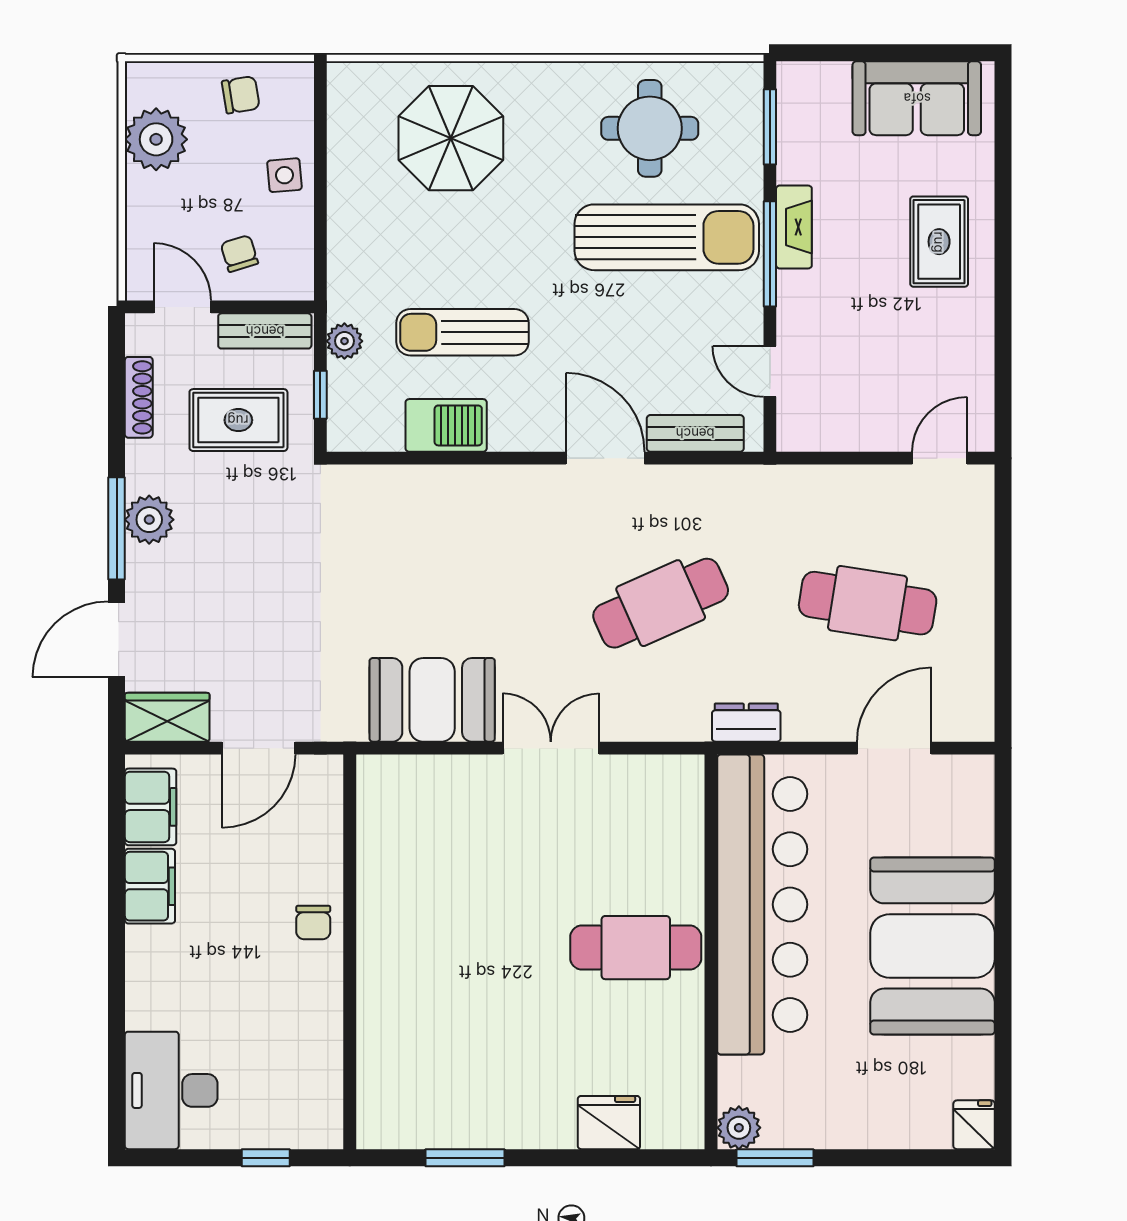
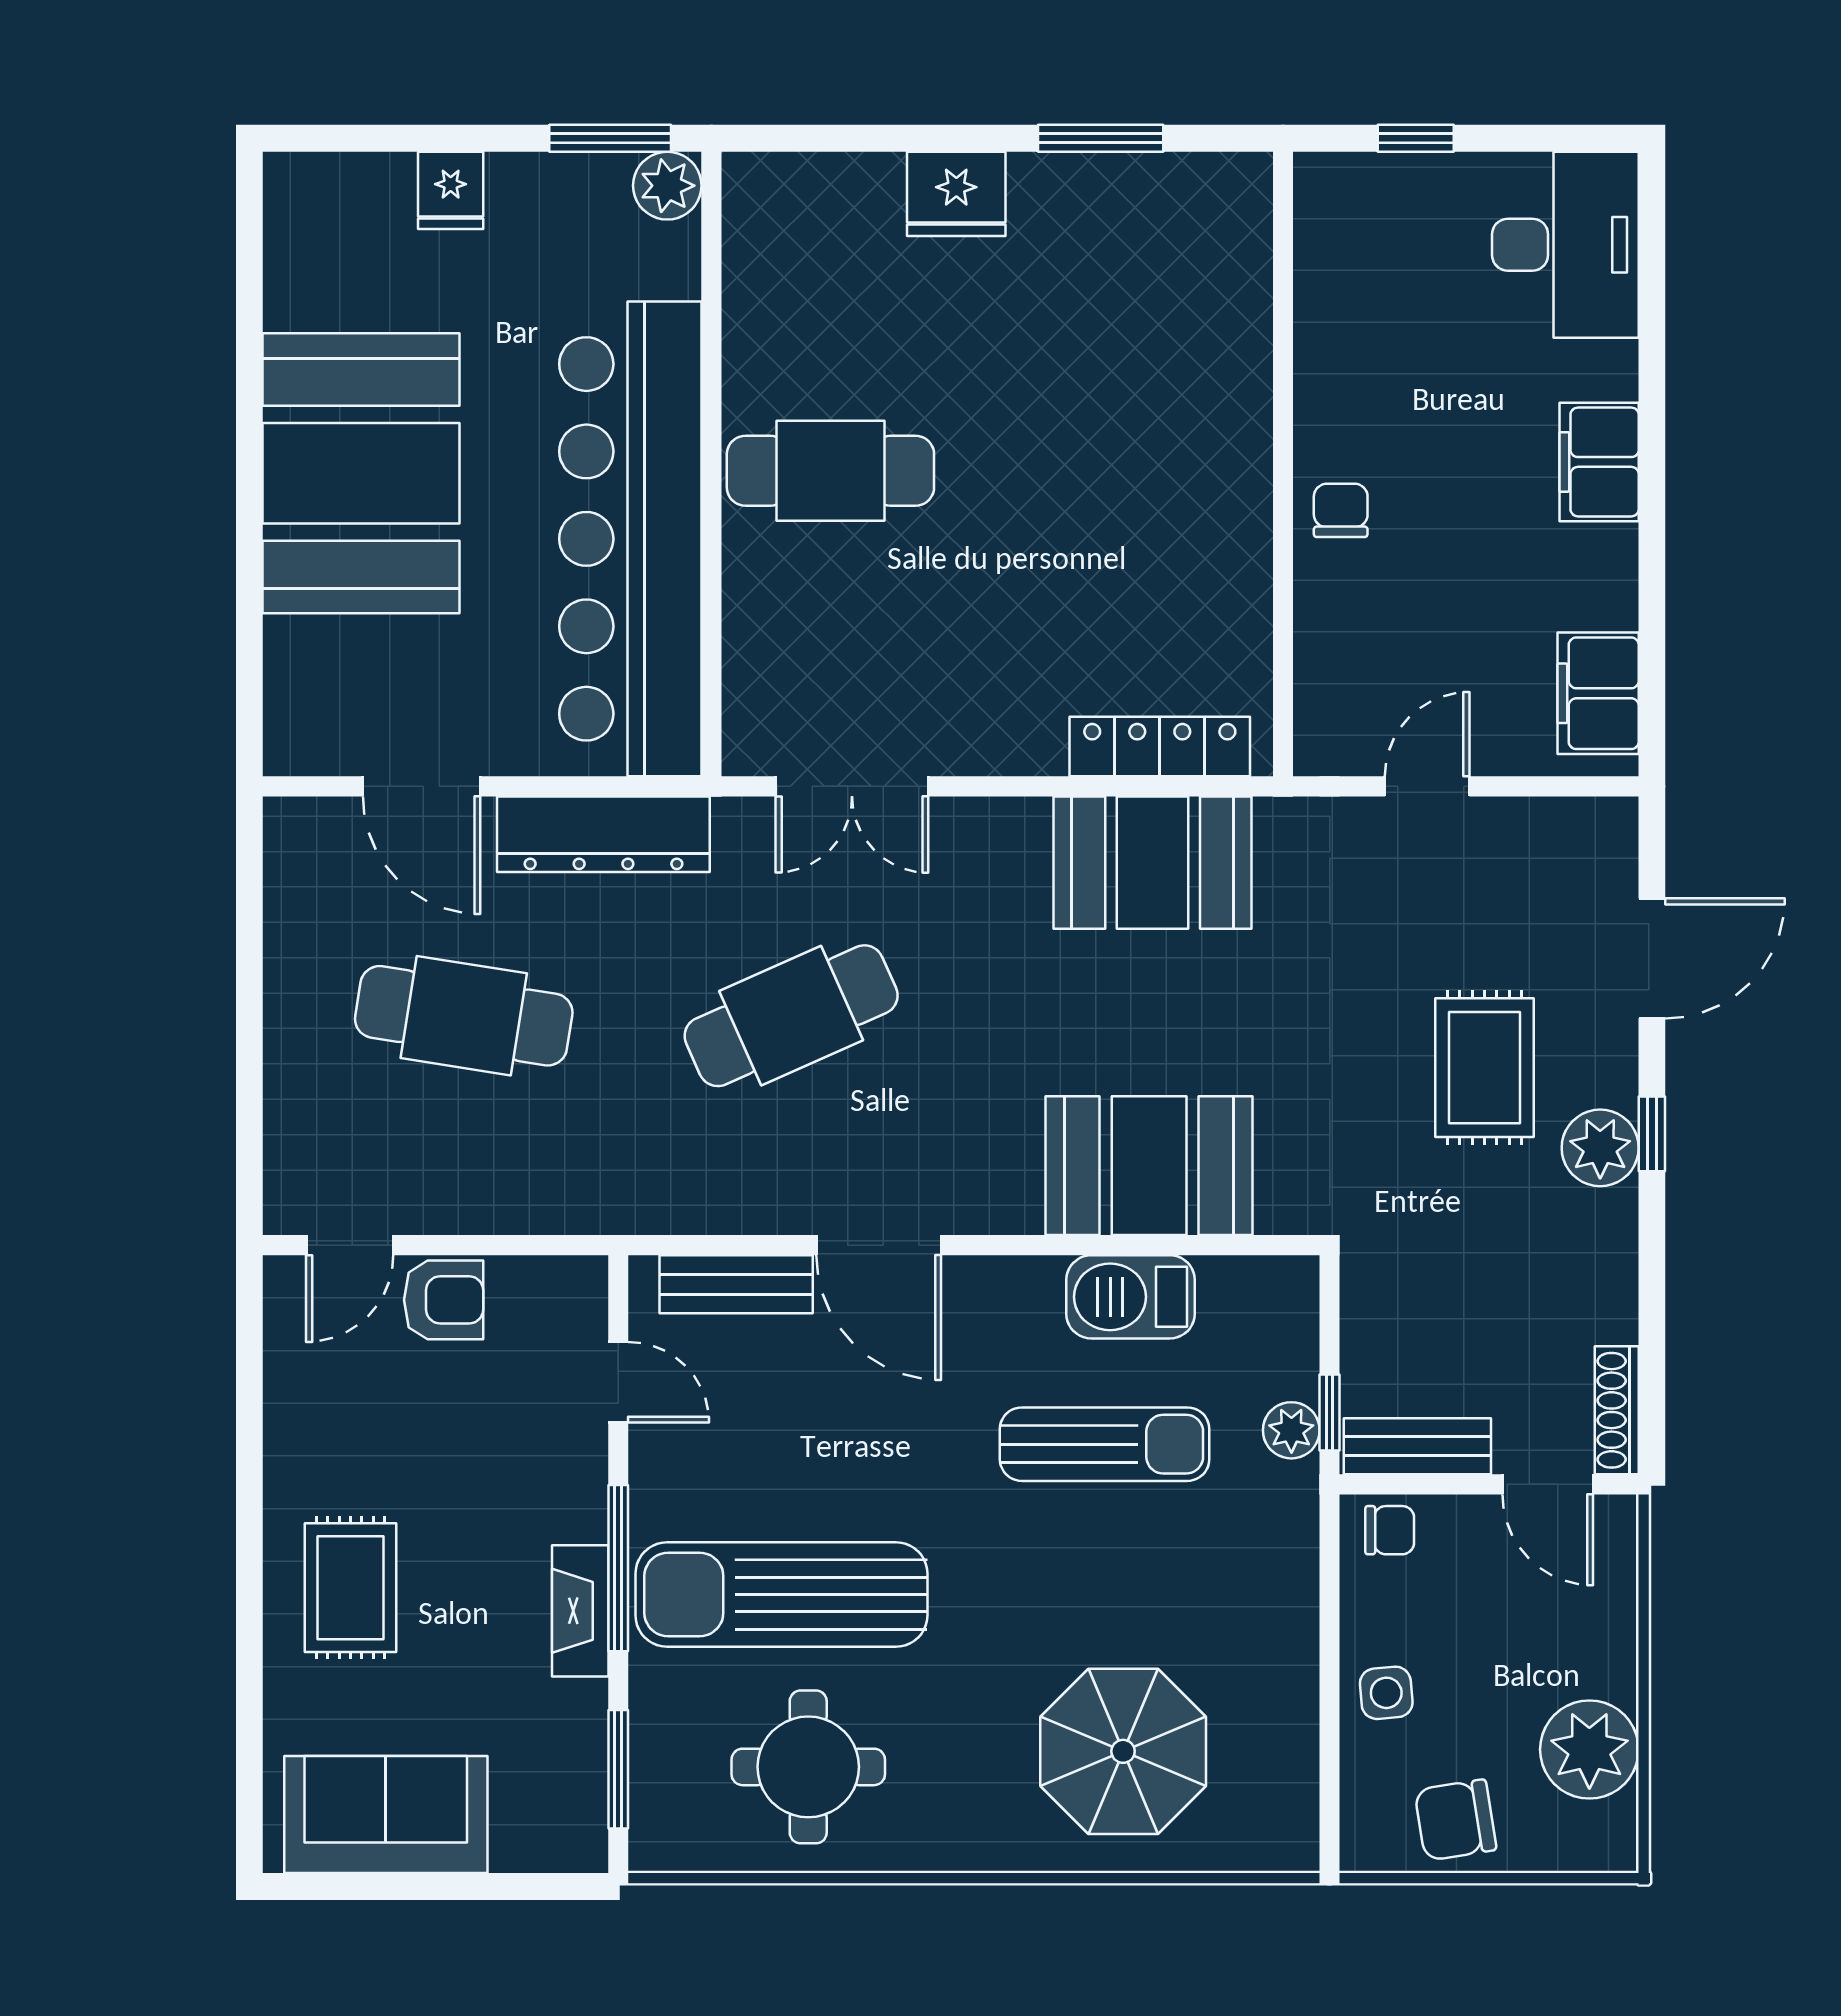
chair: (241, 95) -> (1455, 1820), width x1.37, depth x1.37
chair: (239, 253) -> (1390, 1530), moved, turned -73
window: (320, 395) -> (1330, 1412), moved
shoe rack: (139, 397) -> (1617, 1410), moved
rug: (238, 420) -> (1485, 1068), moved, turned 90
armchair: (880, 424) -> (444, 1300), added
booth: (434, 508) -> (1149, 1166), added
window: (117, 528) -> (1652, 1134), width x0.46
wardrobe: (167, 717) -> (1572, 835), removed
dresser: (746, 723) -> (603, 834), width x1.96, depth x1.24
door: (259, 748) -> (1427, 786), width x0.73
double door: (551, 748) -> (852, 786), moved
door: (894, 748) -> (422, 786), hinge flipped
locker: (428, 773) -> (1160, 747), added
filing cabinet: (150, 886) -> (1599, 462), moved
fridge: (609, 1123) -> (956, 194), moved
fridge: (974, 1125) -> (451, 190), moved

